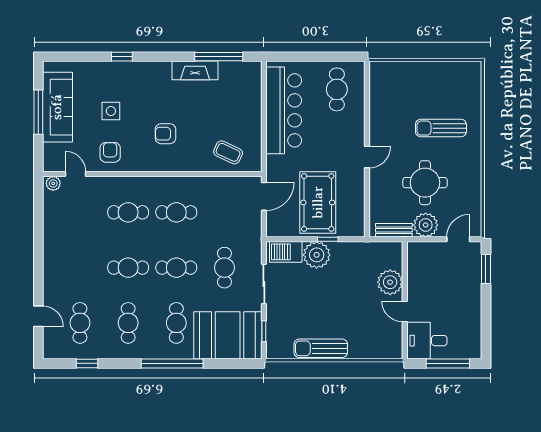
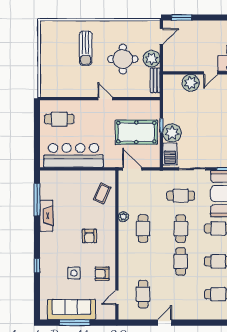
plant: (53, 183) -> (123, 217), moved
cafe table: (128, 212) -> (143, 294), moved
door: (458, 239) -> (161, 36), swing flipped
door: (38, 316) -> (165, 323), moved

